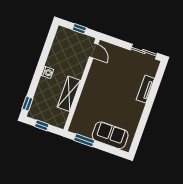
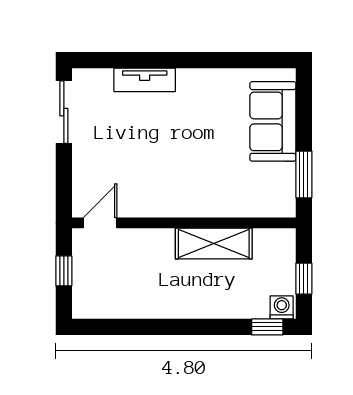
washing machine: (47, 72) -> (282, 307), moved

